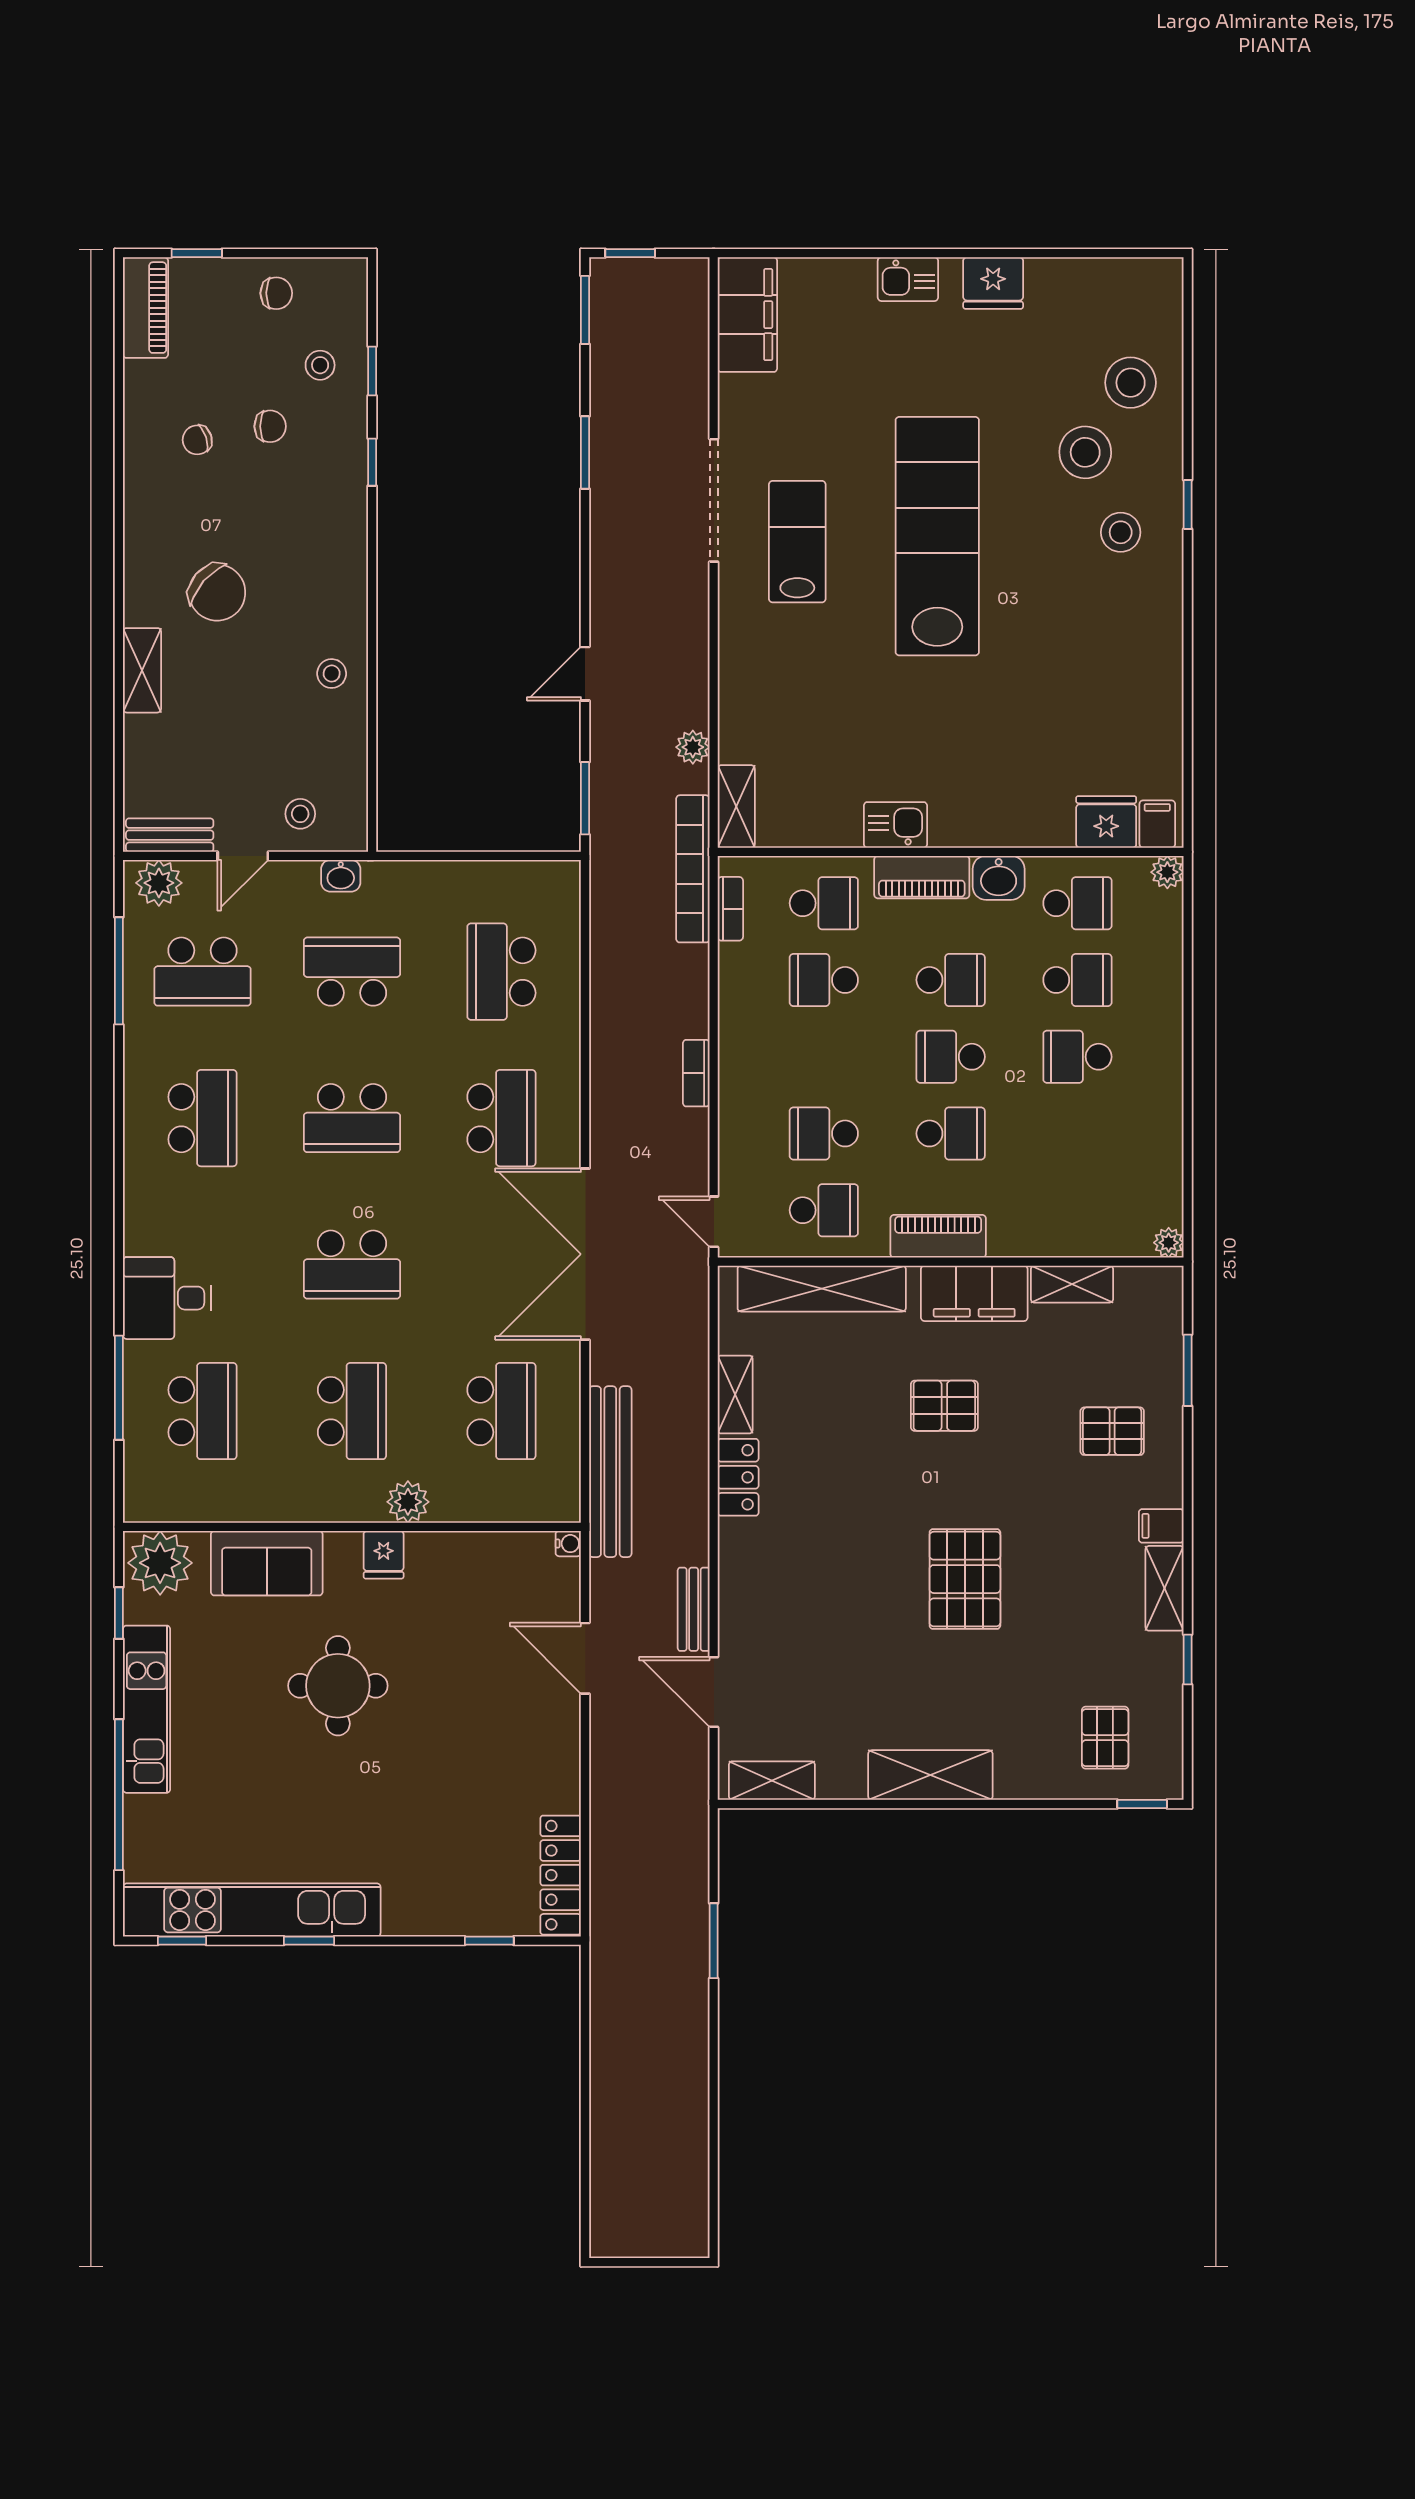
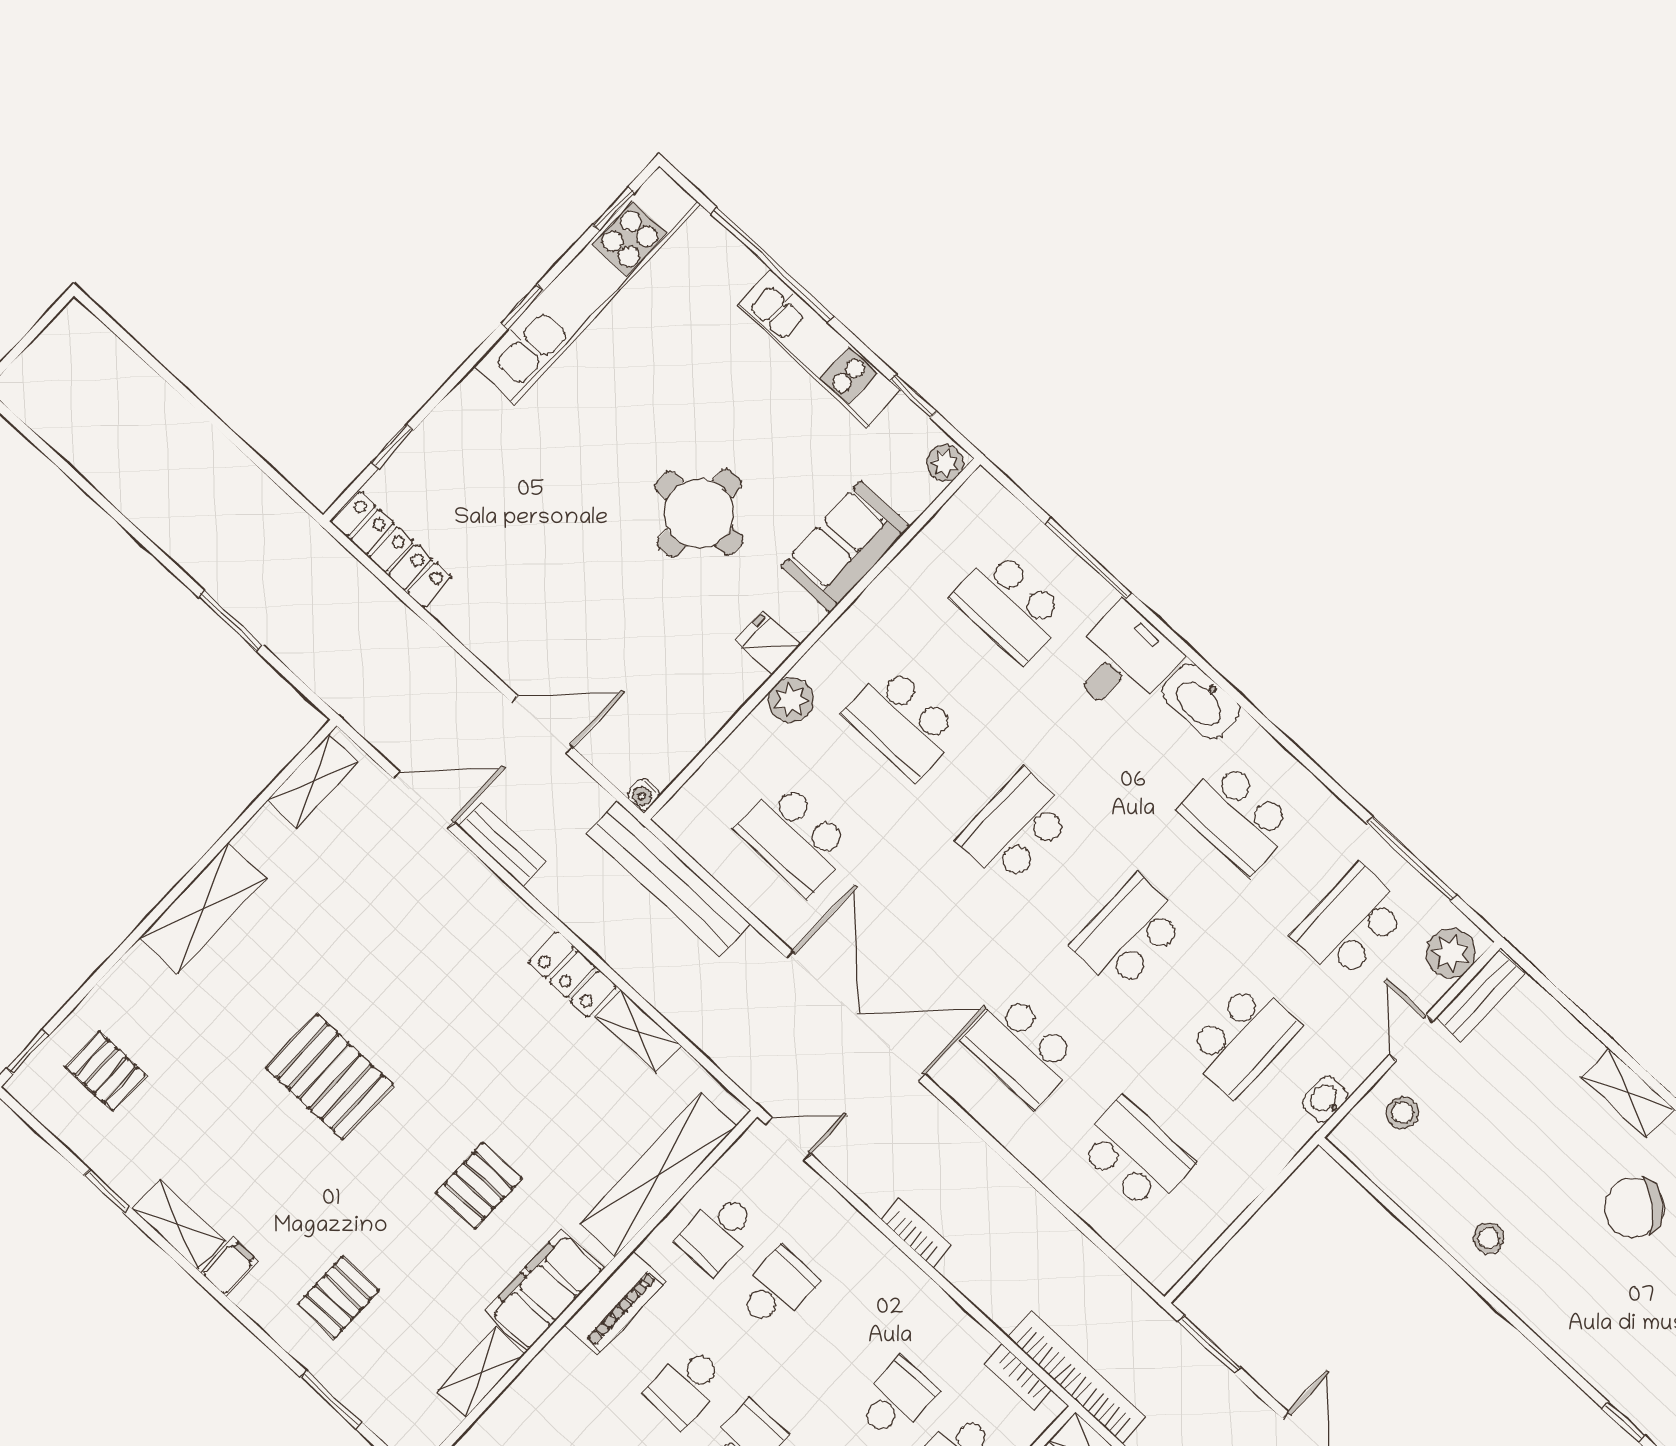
washbasin: (145, 1218) -> (1201, 701), added
plant: (160, 1563) -> (945, 463), width x0.53, depth x0.53

